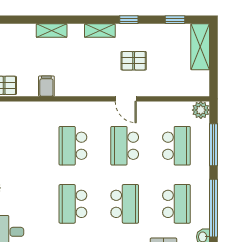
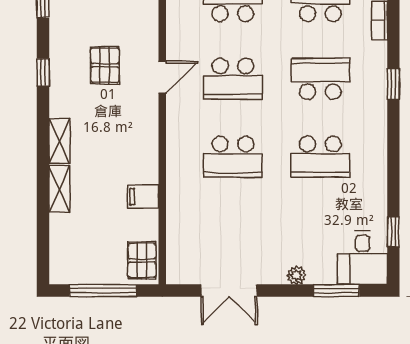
shelving: (100, 31) -> (59, 141), moved

